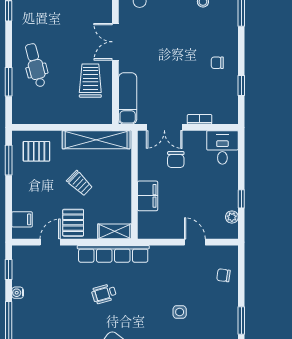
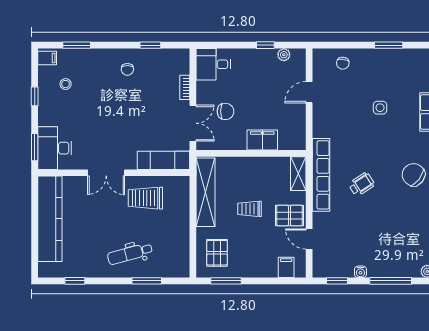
trolley: (80, 183) -> (250, 209), turned -134
wheelchair: (104, 294) -> (362, 184), turned -107

